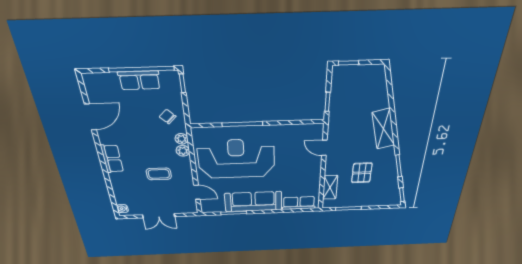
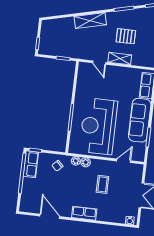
row of seats: (139, 80) -> (31, 164), moved
door: (324, 148) -> (99, 63), hinge flipped
shelving: (330, 187) -> (120, 59), moved

